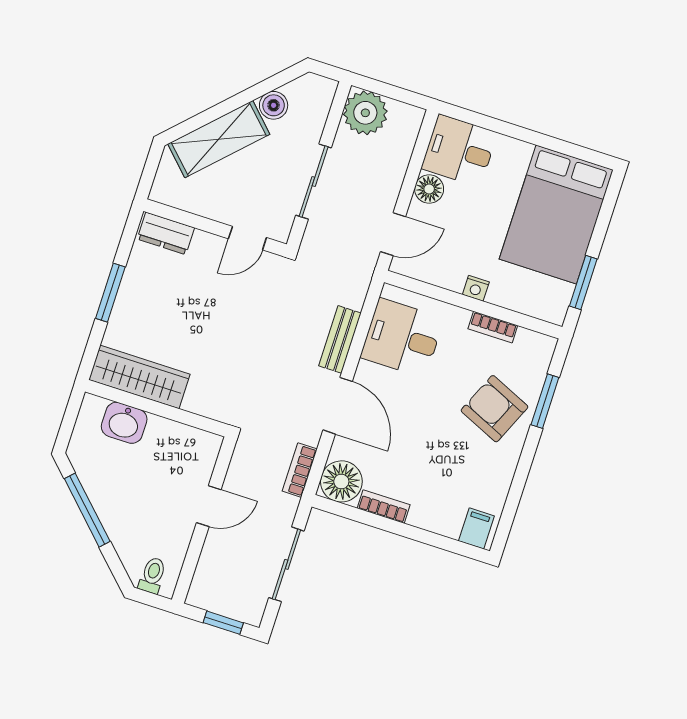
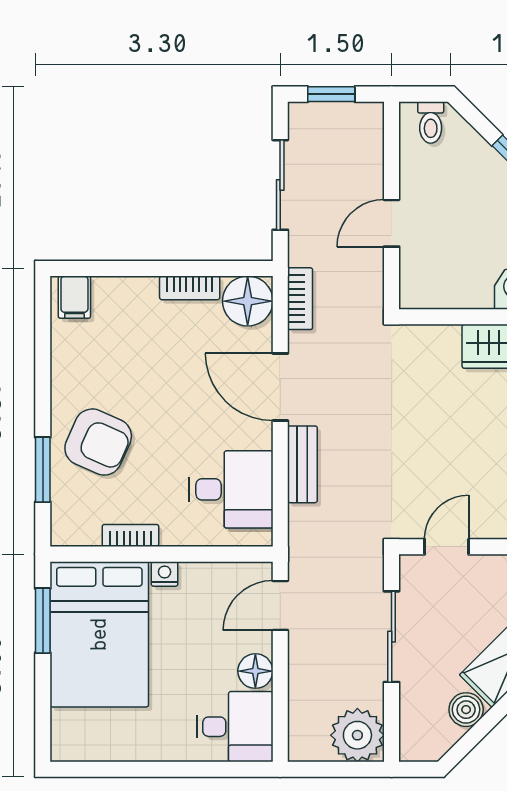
bed: (556, 214) -> (99, 634), moved, turned 180

